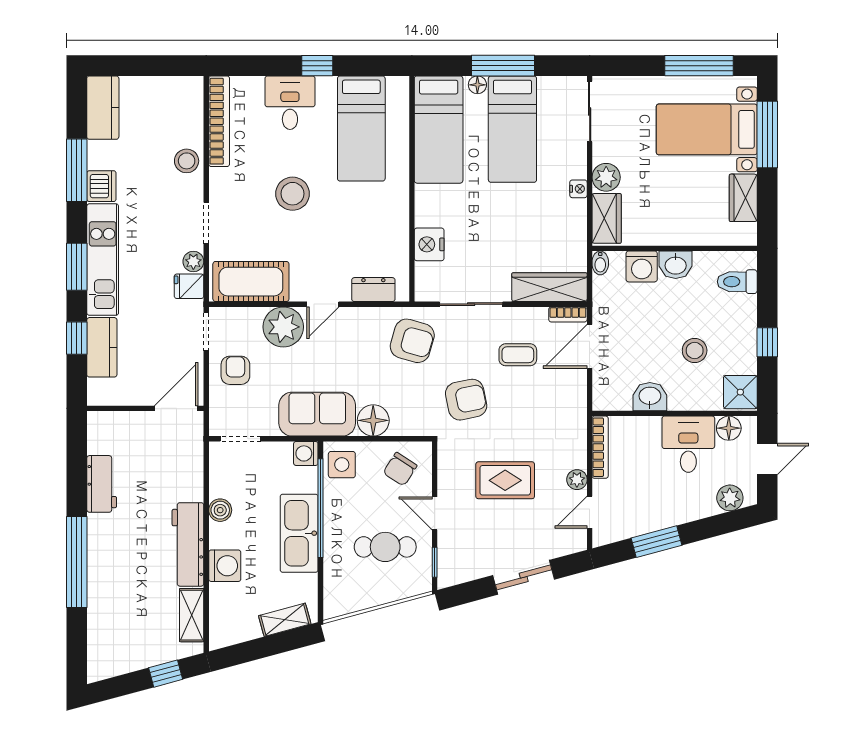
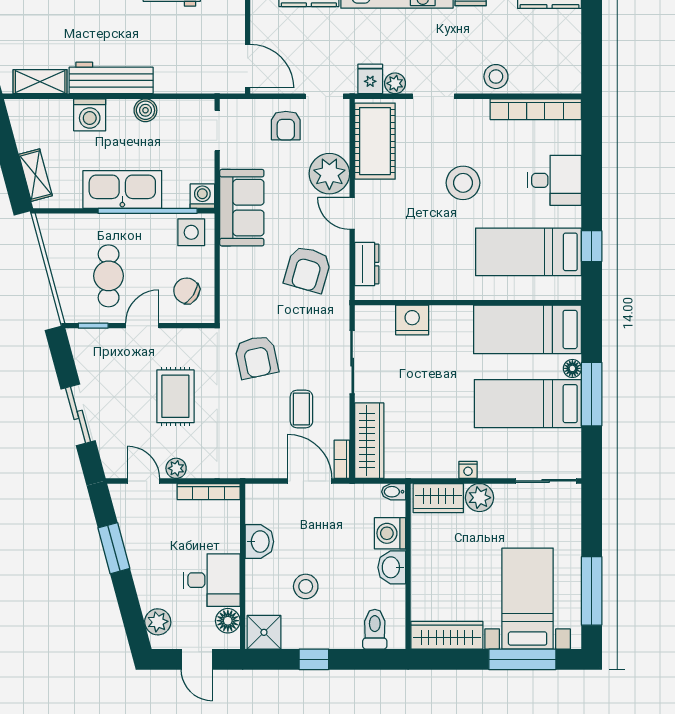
window: (317, 66) -> (592, 246), moved
wardrobe: (743, 198) -> (447, 635), width x1.50
armchair: (412, 341) -> (308, 269), moved
armchair: (235, 370) -> (286, 126), turned 90
floor lamp: (373, 420) -> (235, 264), removed

